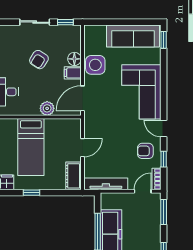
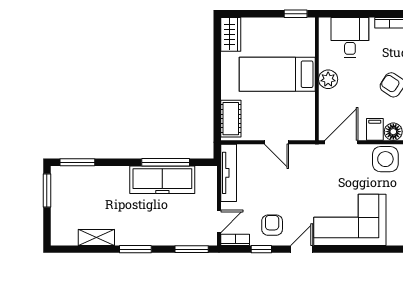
door: (83, 98) -> (341, 142), hinge flipped
plant: (47, 108) -> (328, 79), moved
cot: (74, 176) -> (231, 119), moved, turned 90
door: (143, 191) -> (219, 221), hinge flipped
window: (32, 193) -> (217, 75), removed

